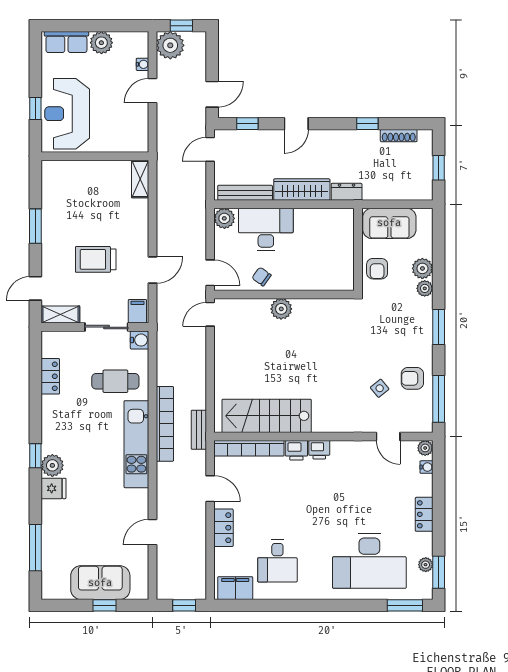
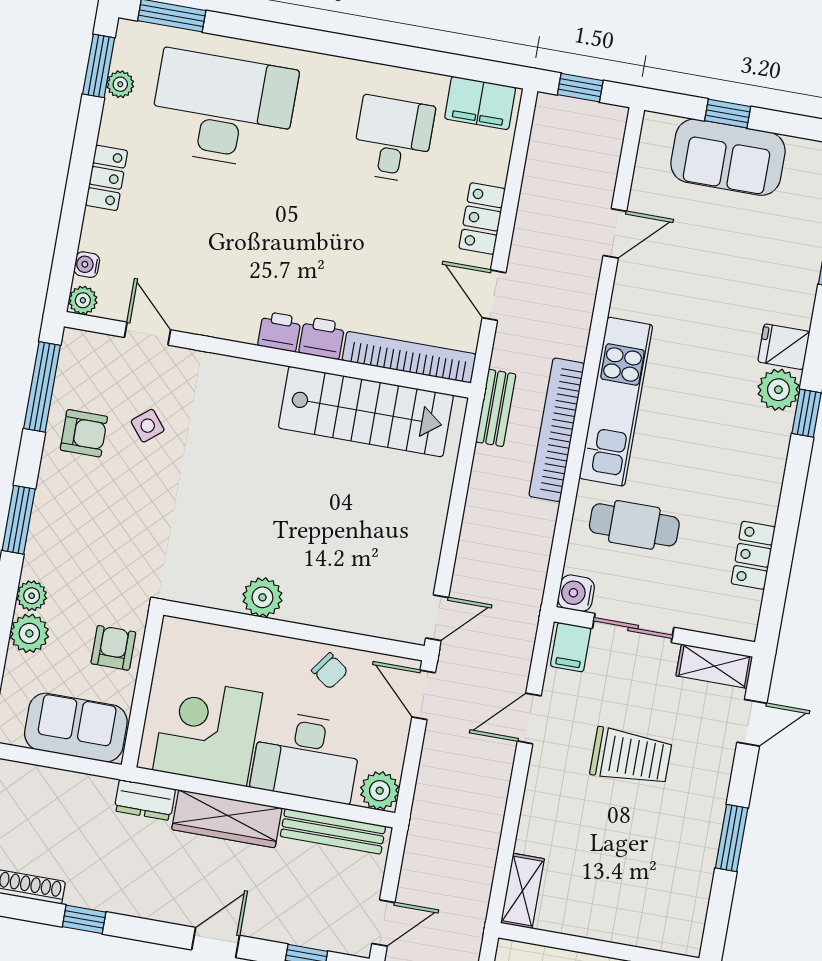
corner desk: (320, 233) -> (208, 732), added
plant: (281, 309) -> (262, 597), moved

